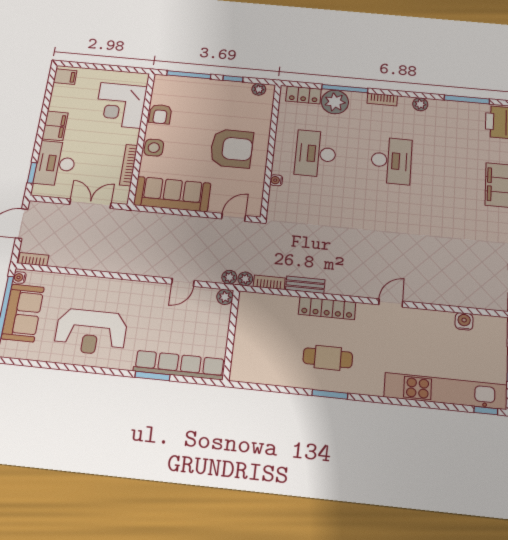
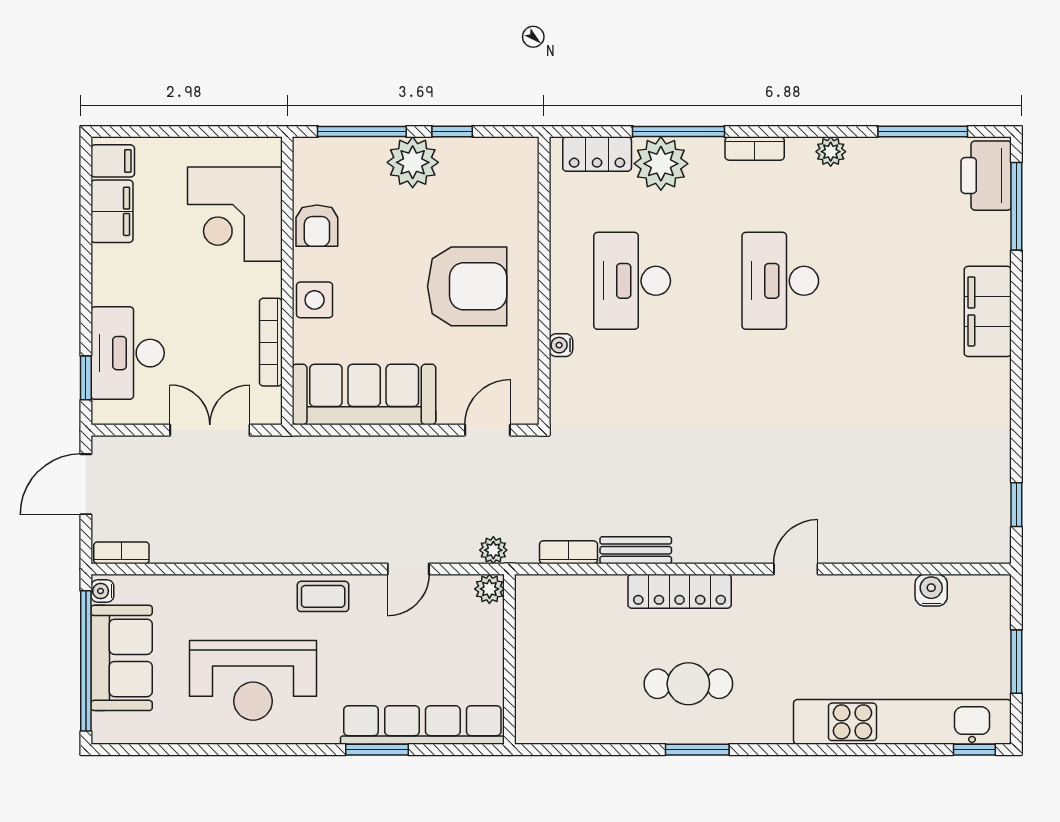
plant: (259, 89) -> (413, 162), moved, width x1.88, depth x1.88
filing cabinet: (55, 126) -> (112, 211), moved
desk: (391, 161) -> (780, 281), turned 180
plant: (245, 279) -> (523, 550), removed
coffee table: (136, 292) -> (323, 596), added

